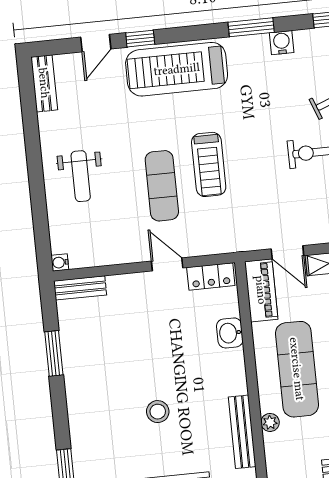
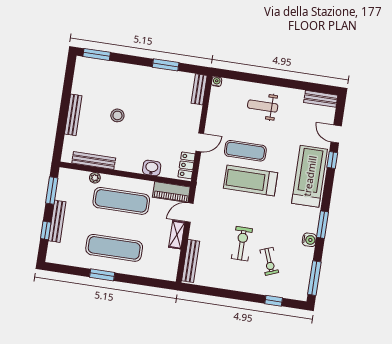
treadmill: (209, 164) -> (251, 181), width x1.37, depth x1.38

